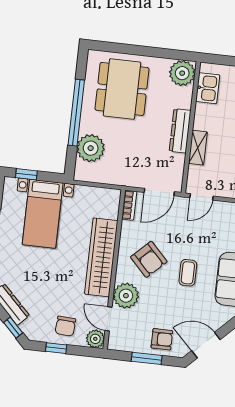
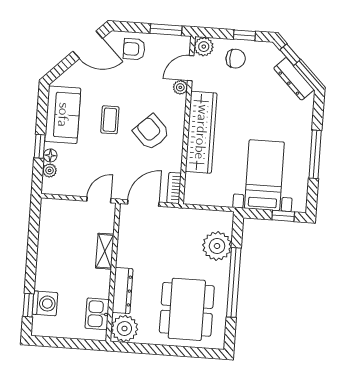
dresser: (180, 131) -> (123, 291), moved
plant: (126, 296) -> (180, 87), width x0.53, depth x0.53
door: (109, 319) -> (191, 68), swing flipped
chair: (65, 326) -> (236, 59), turned 86
window: (147, 358) -> (166, 30), moved

